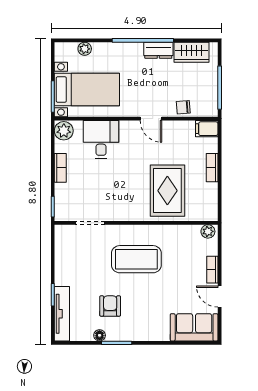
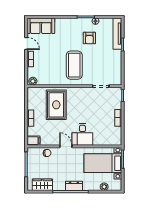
dresser: (158, 50) -> (74, 186), moved
plant: (64, 131) -> (116, 139), removed
desk: (101, 139) -> (82, 134), moved
coffee table: (136, 259) -> (74, 65), turned 90

